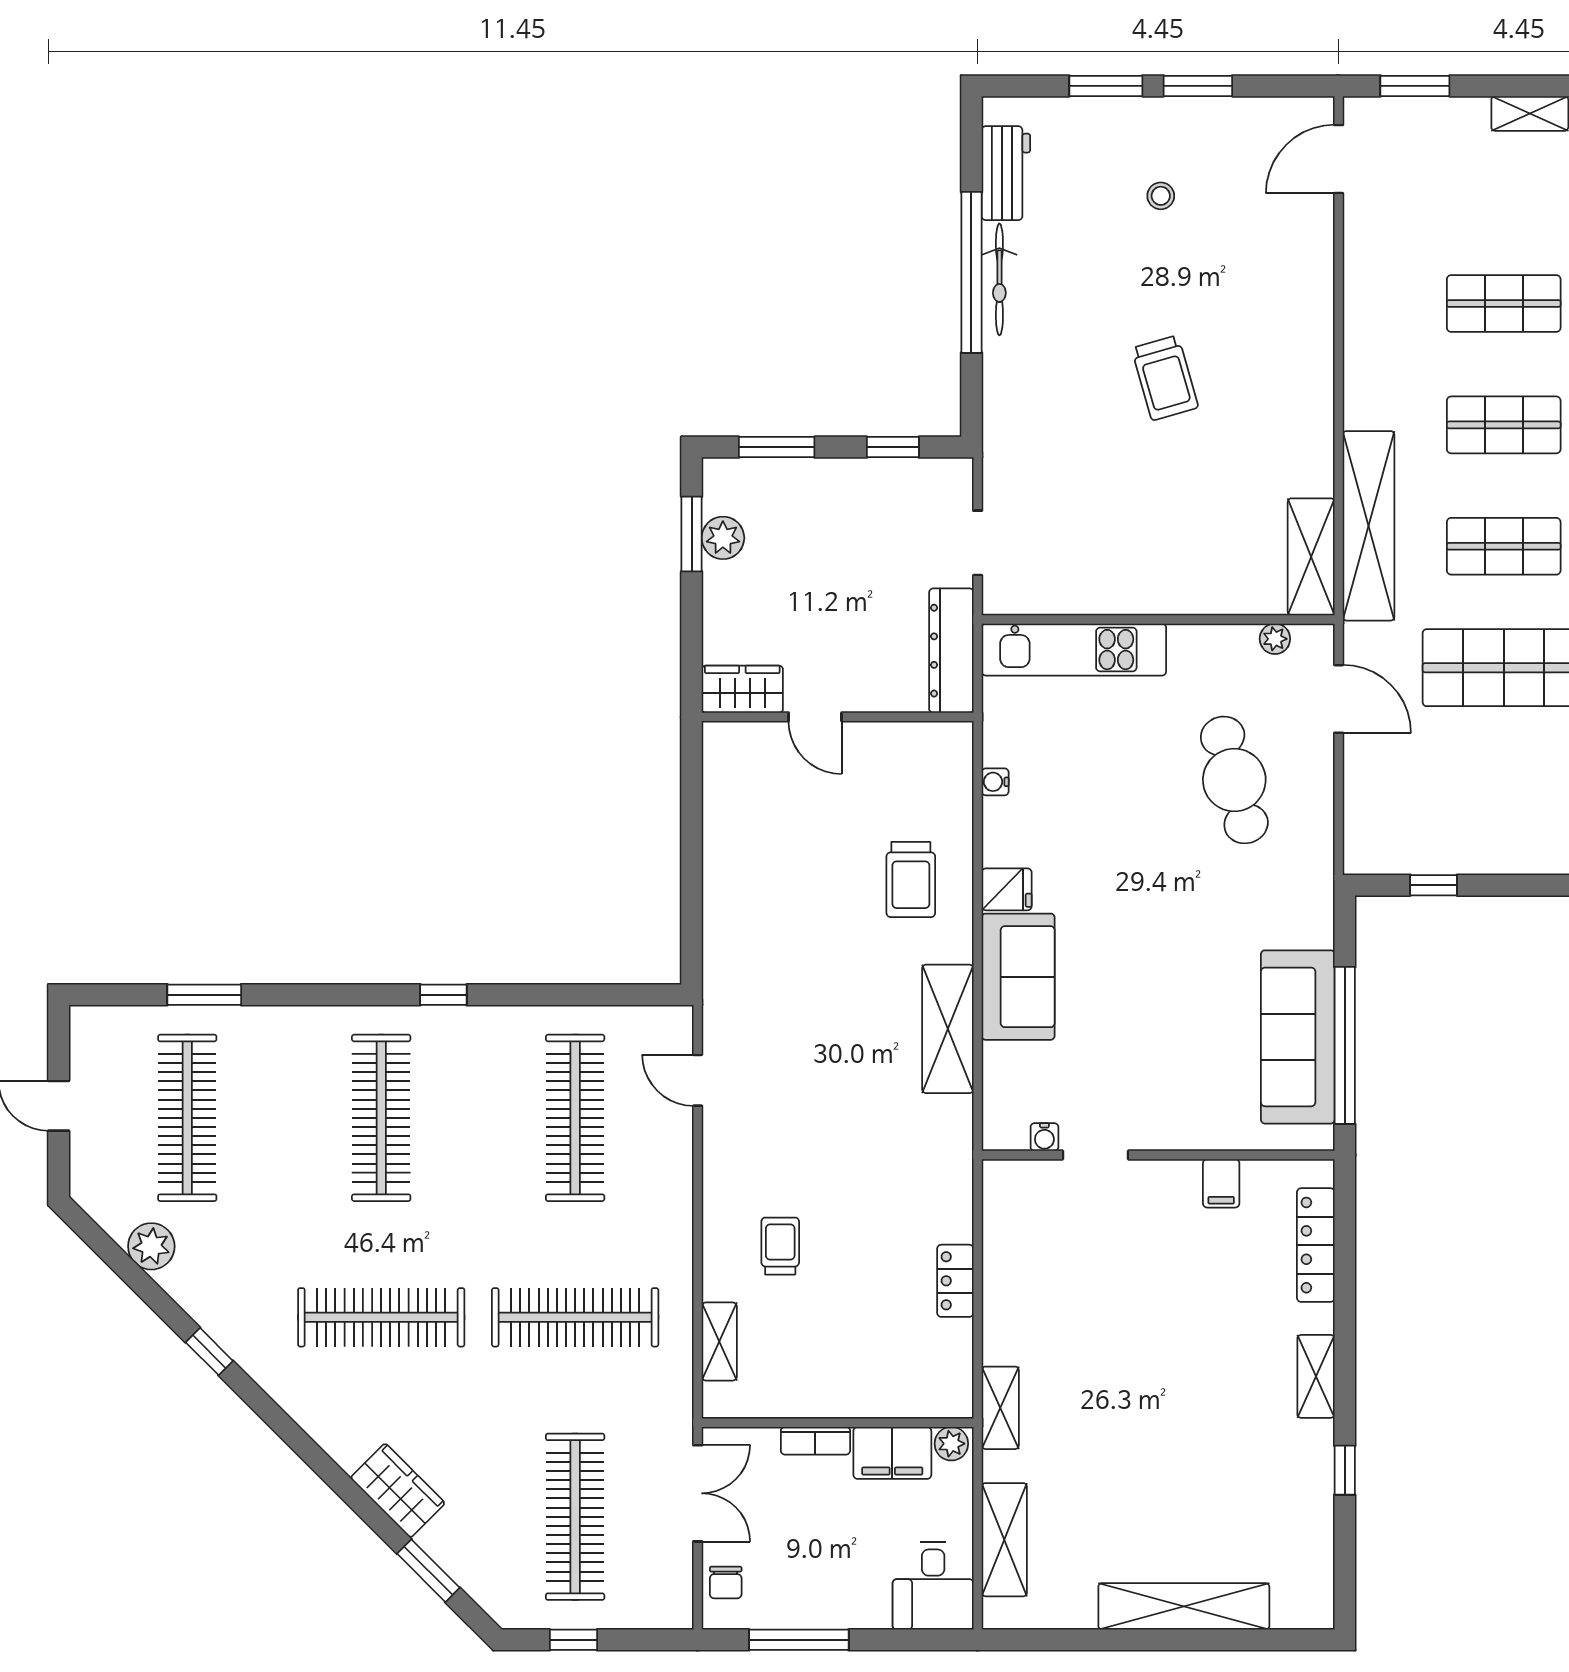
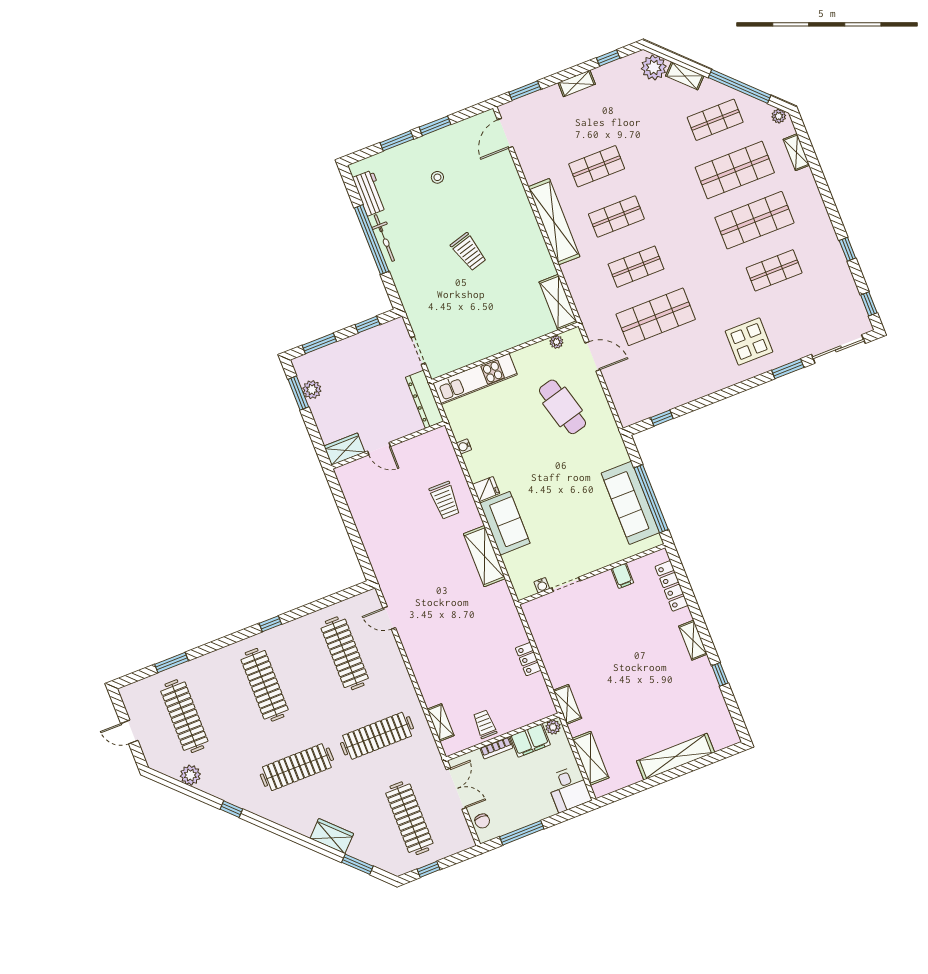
shelving: (1369, 526) -> (554, 222), moved
trolley: (780, 1246) -> (485, 724), moved

